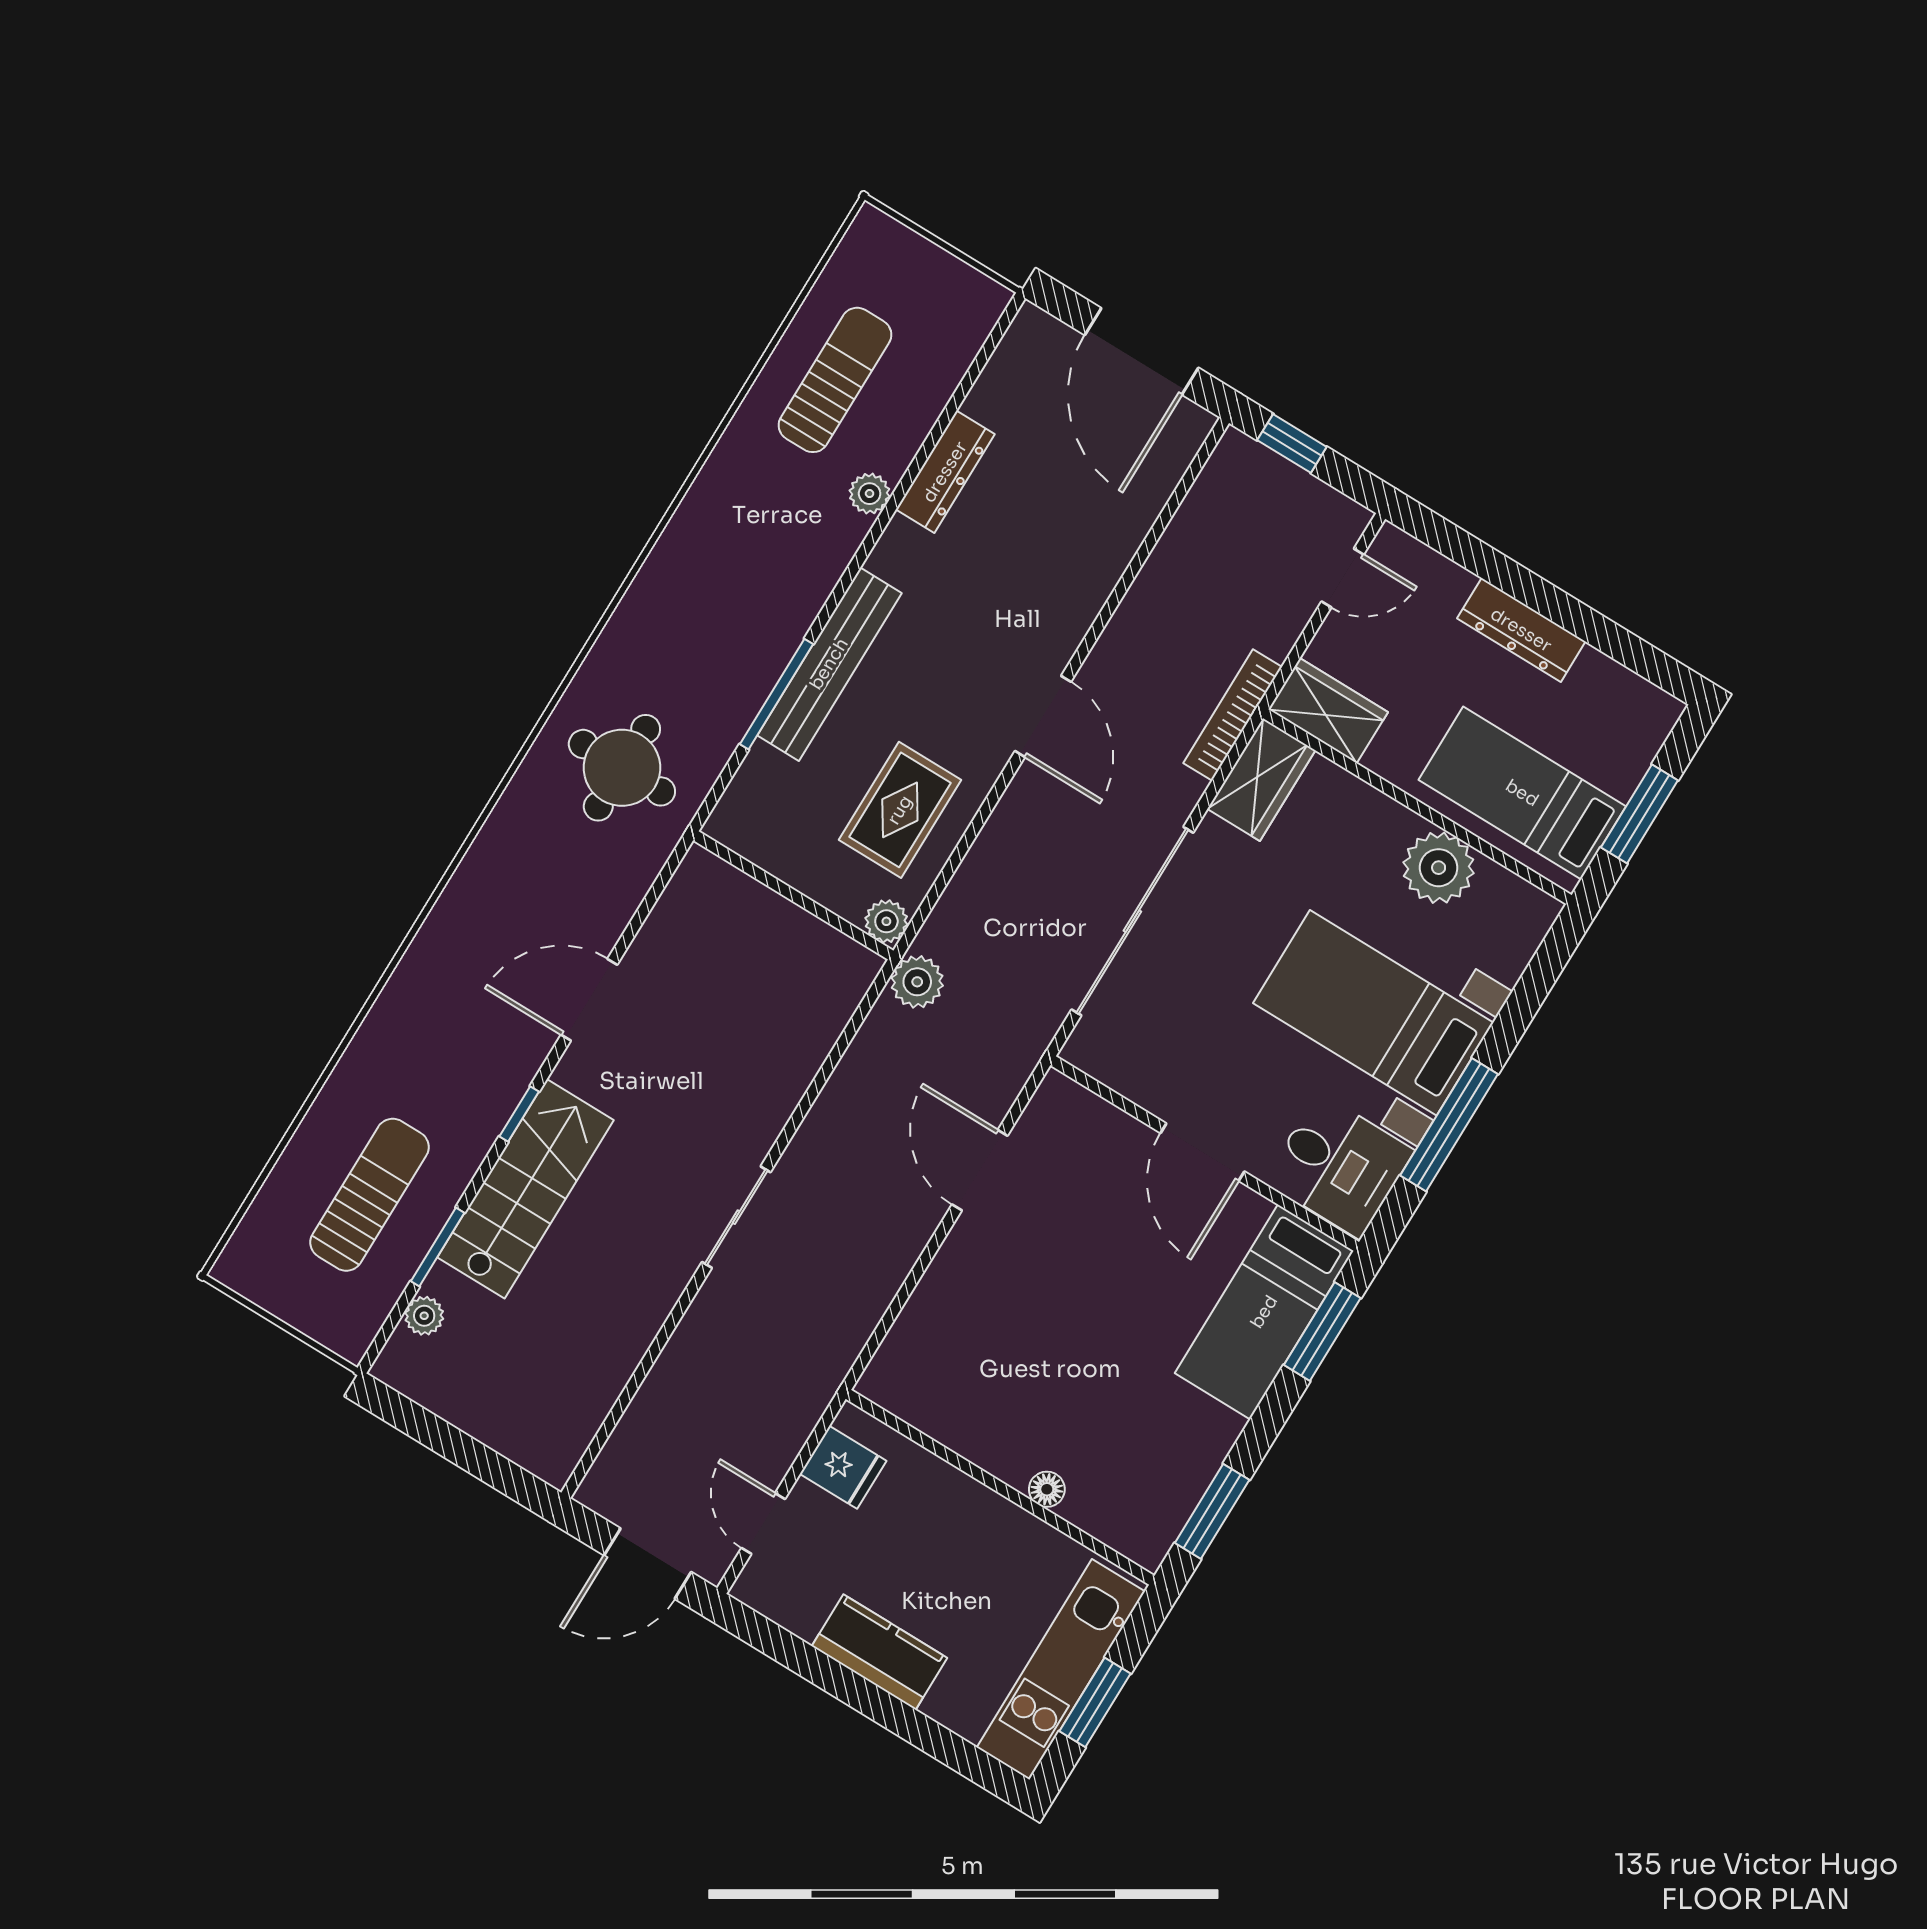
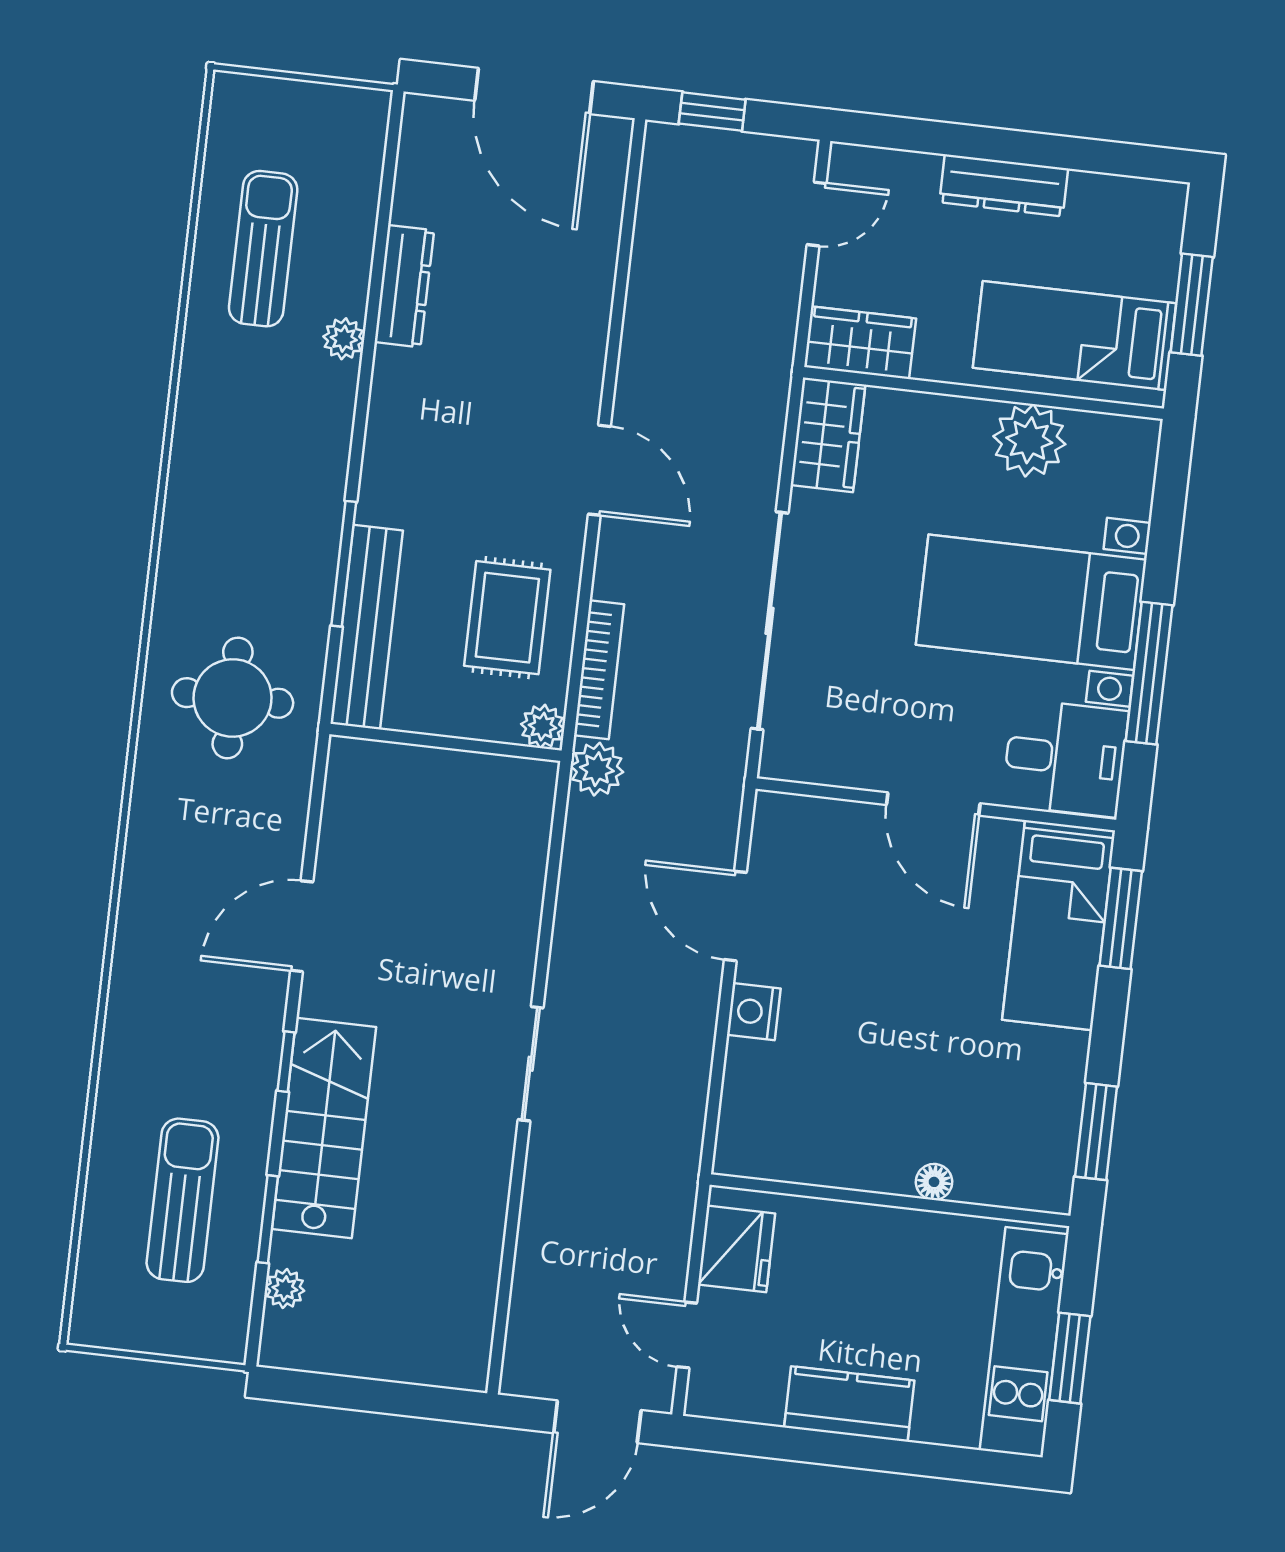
bench: (829, 664) -> (367, 627), moved
bookcase: (1233, 715) -> (599, 670), moved, turned 180
nightstand: (957, 1263) -> (754, 1012), added
fridge: (843, 1467) -> (737, 1249), width x1.38

